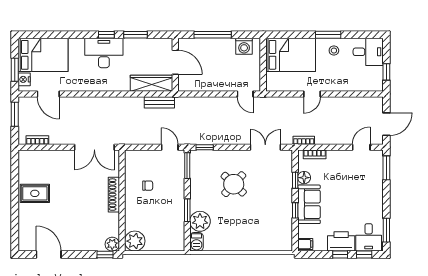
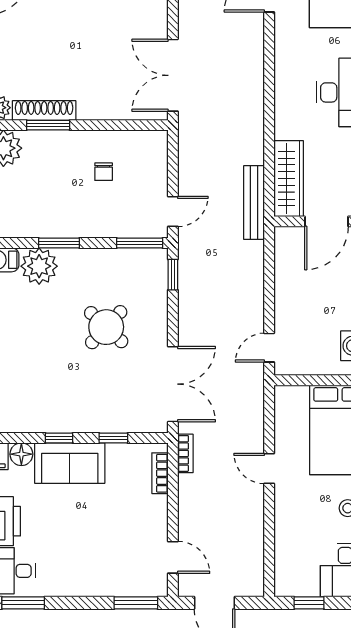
bench: (159, 102) -> (254, 203), width x1.36
double door: (265, 147) -> (173, 384), width x1.37
floor lamp: (304, 178) -> (21, 454), moved
shoe rack: (114, 195) -> (44, 110), moved
window: (122, 216) -> (48, 125), added

